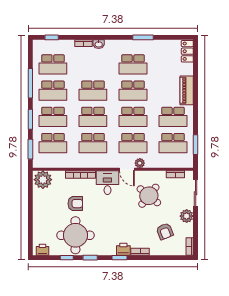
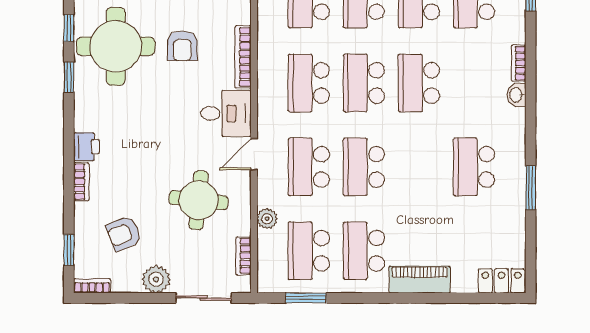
school desk: (133, 91) -> (419, 167), removed
plant: (140, 163) -> (267, 219), moved
round table: (149, 196) -> (199, 200), turned -33
window: (119, 258) -> (69, 250), moved

